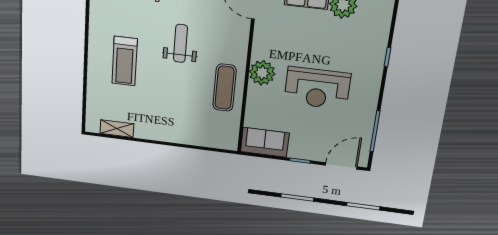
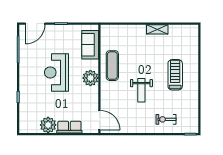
reception desk: (317, 88) -> (56, 72), turned -90
shelving: (117, 129) -> (157, 29), moved
sofa: (265, 142) -> (90, 45), moved, turned 90

